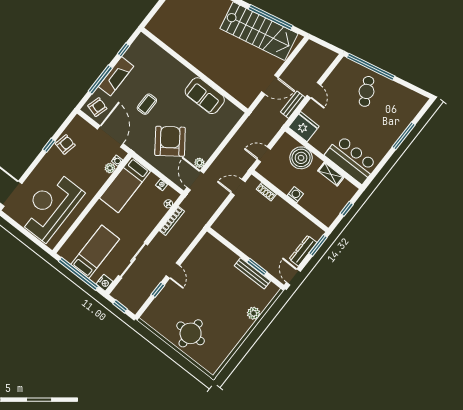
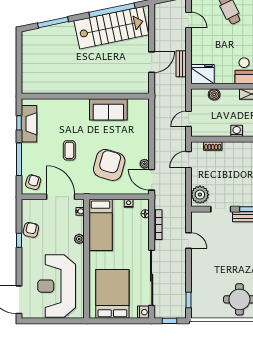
fireplace: (116, 76) -> (29, 124), moved
door: (314, 90) -> (189, 20), moved
armchair: (170, 141) -> (109, 165), turned 52
boiler: (301, 158) -> (214, 94), width x0.54, depth x0.54
plant: (110, 168) -> (79, 239), moved
plant: (225, 223) -> (200, 195), added
doorway: (233, 248) -> (221, 209), added
bed: (95, 252) -> (112, 294), width x1.50
sliding door: (133, 260) -> (152, 278), width x1.36
door: (173, 271) -> (189, 241), moved
window: (78, 274) -> (118, 321), removed
window: (158, 290) -> (189, 300), moved

